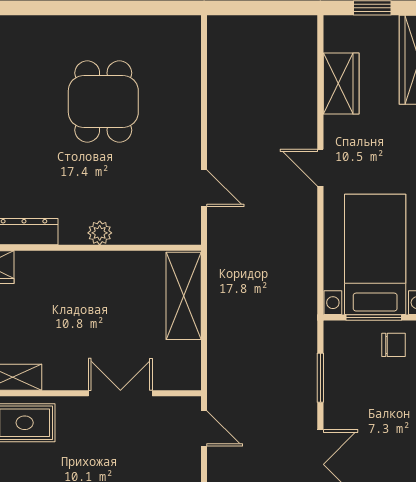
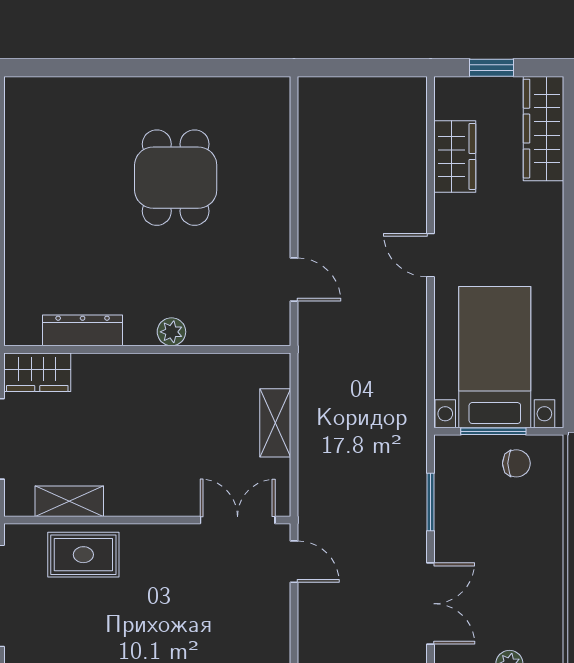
shelving: (184, 296) -> (275, 423), width x0.67, depth x0.75
double door: (120, 393) -> (238, 520), moved

